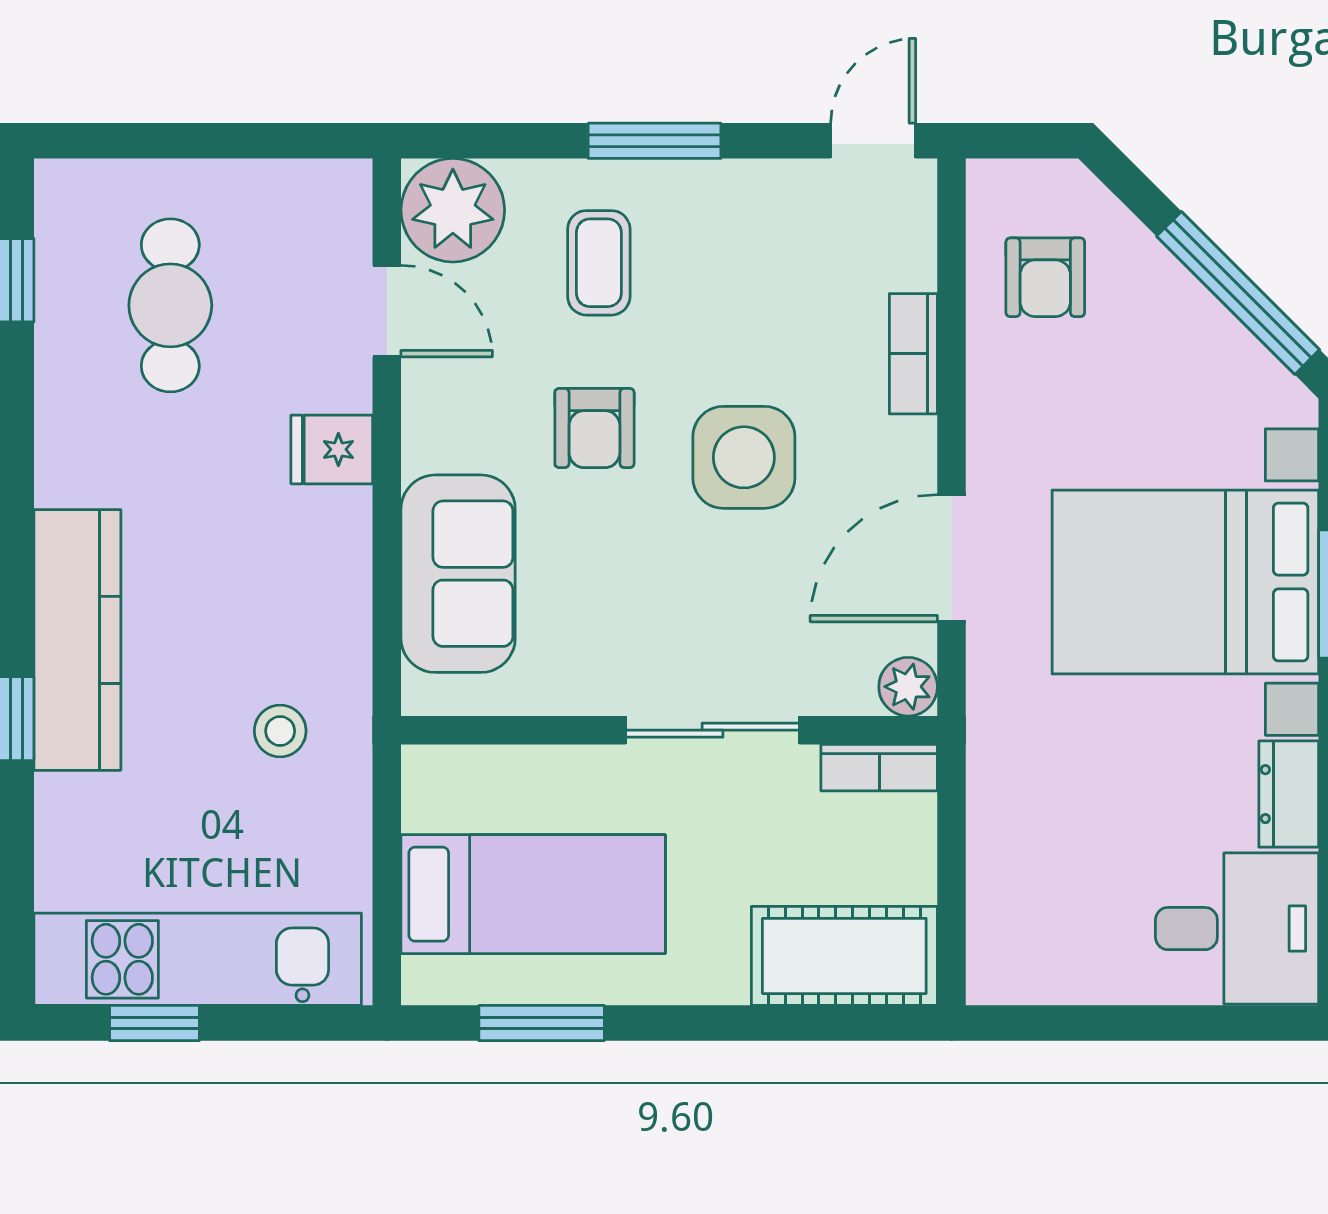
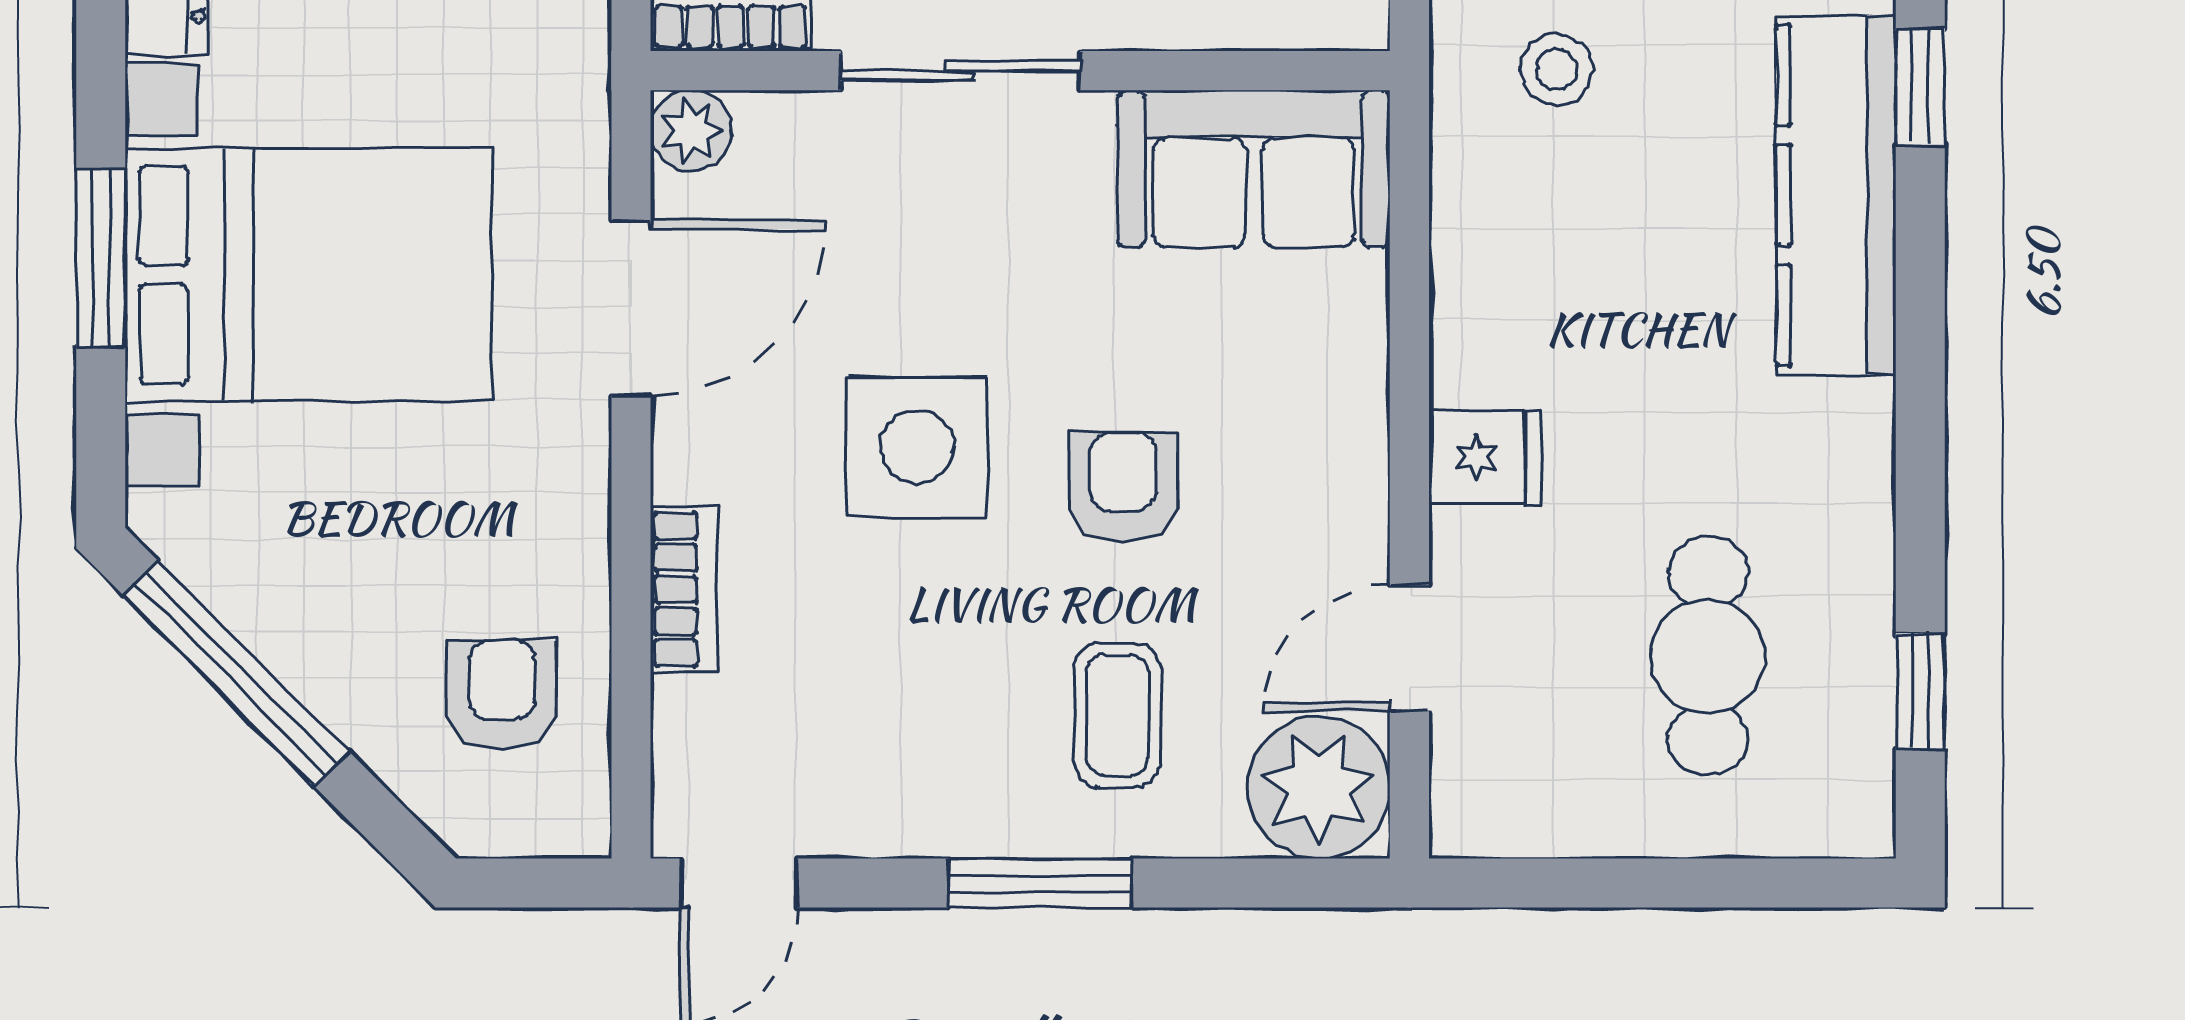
door: (387, 311) -> (1409, 648), hinge flipped
sofa: (458, 574) -> (1254, 169), moved, turned -90

